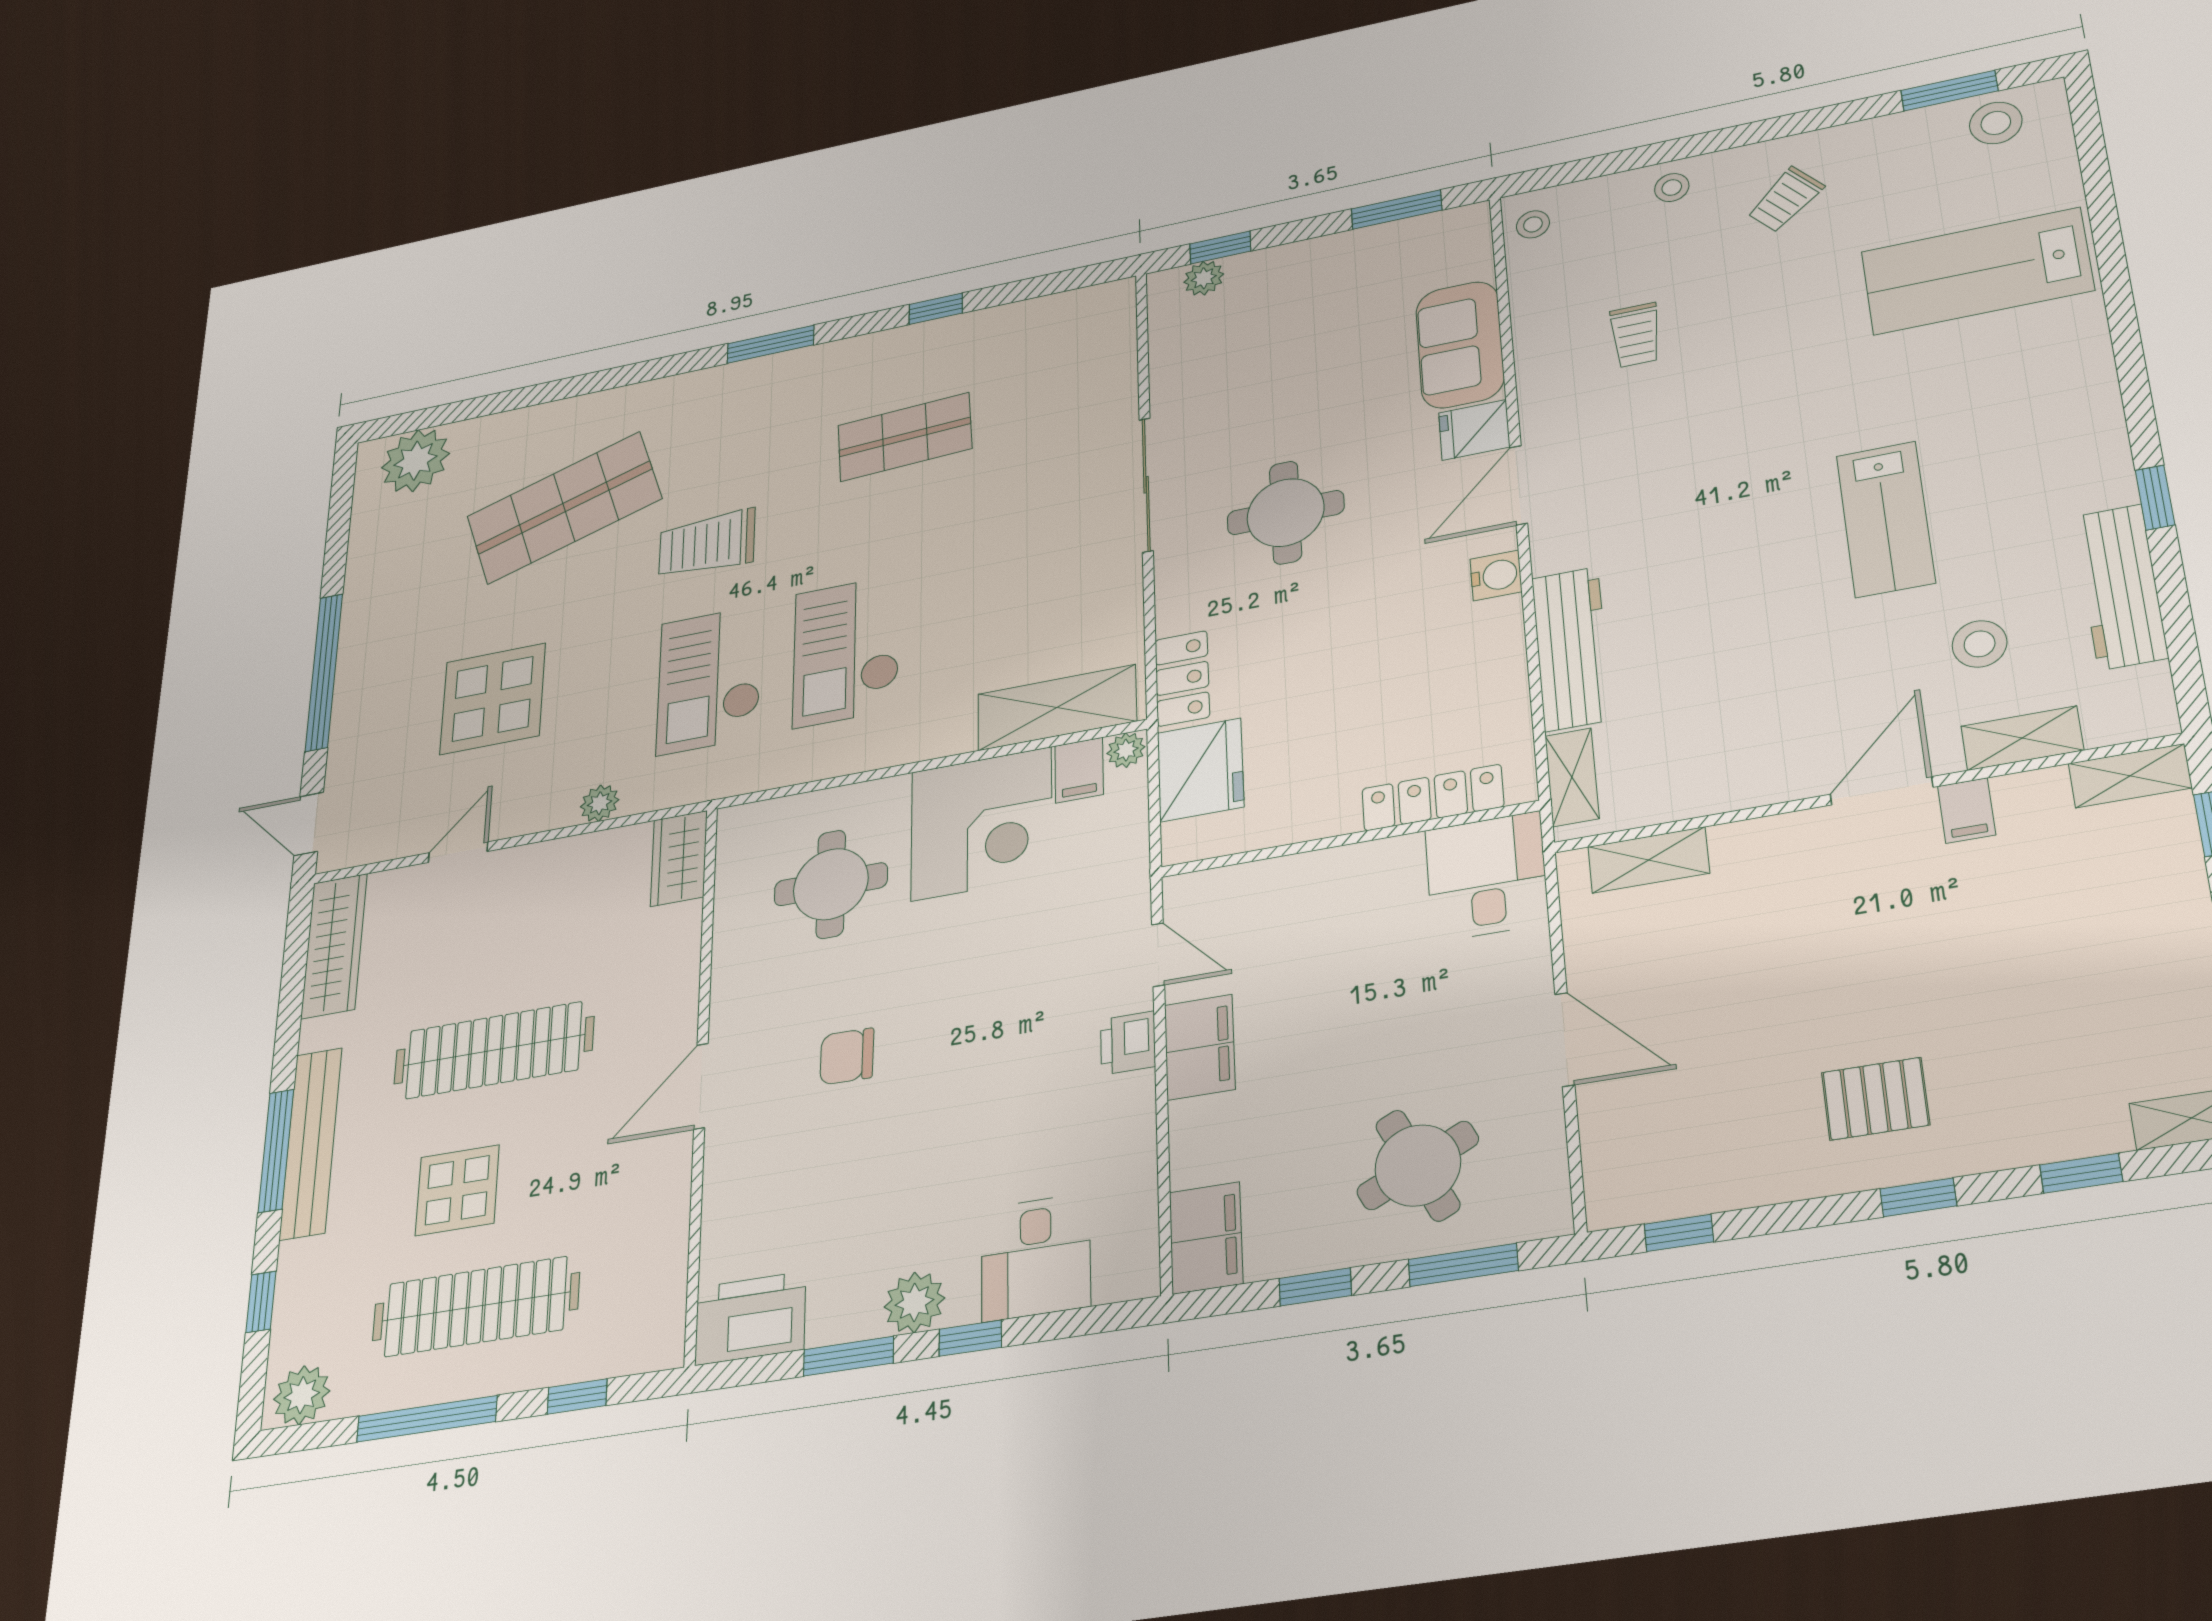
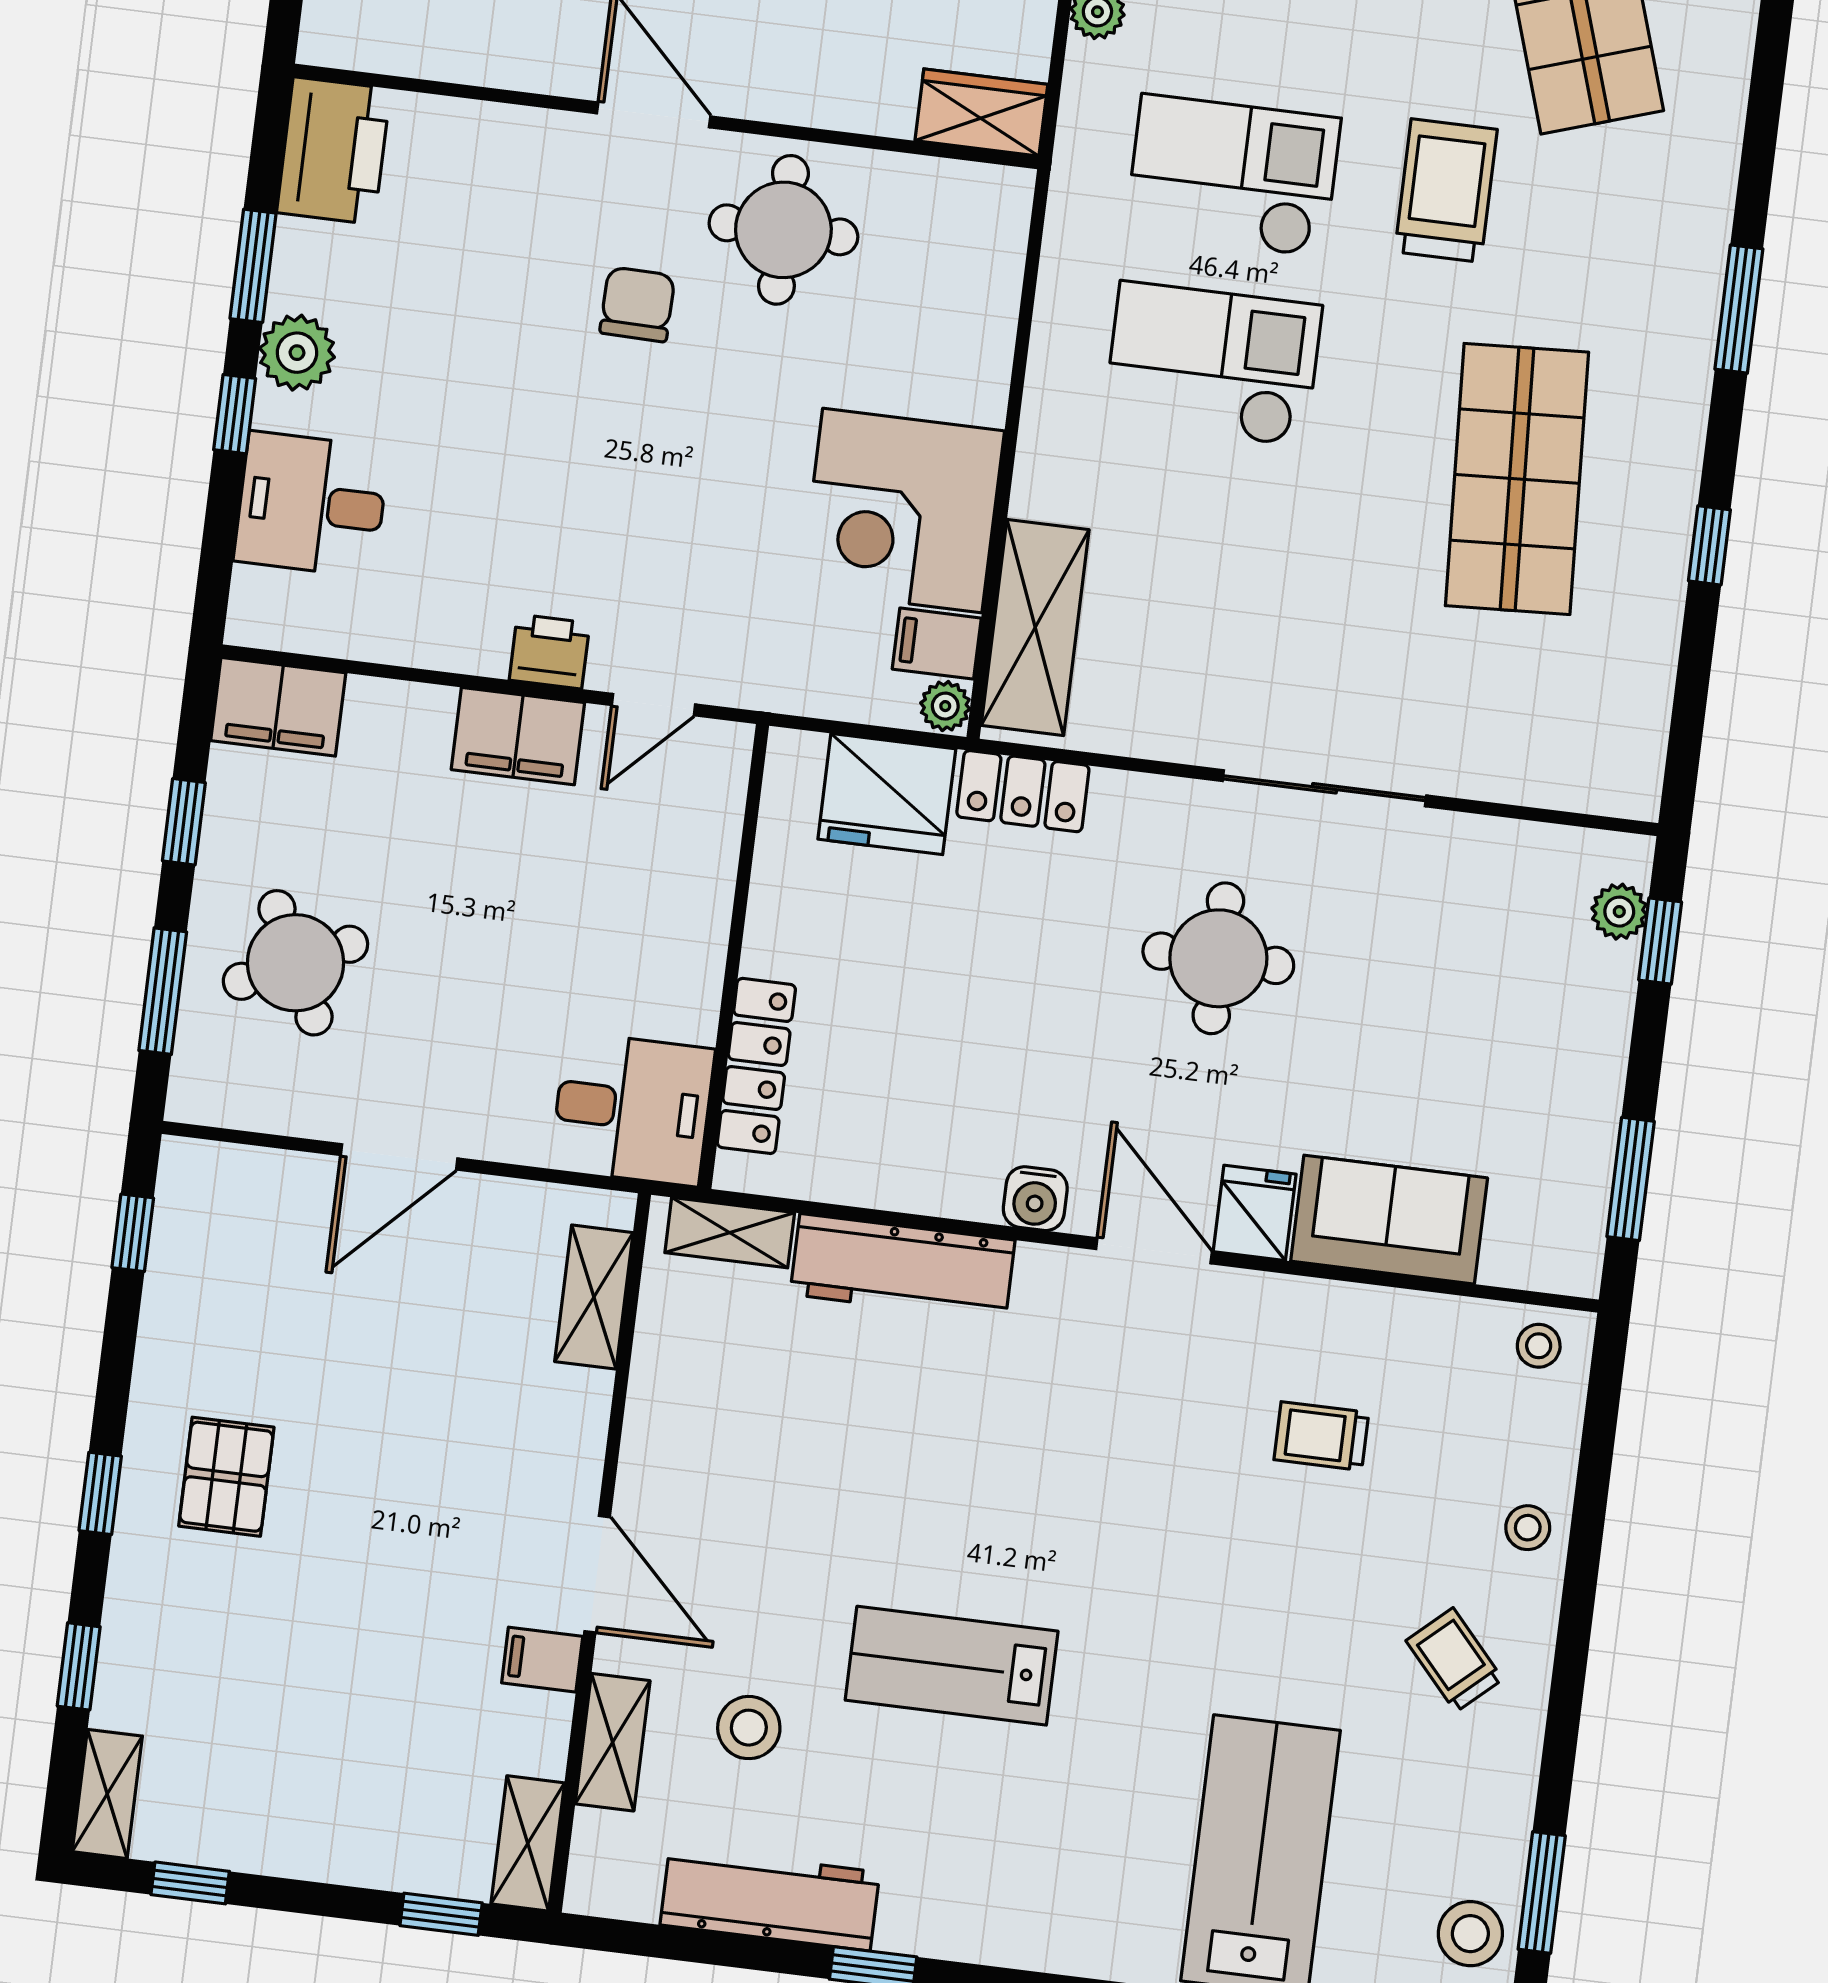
shop shelf: (905, 437) -> (1517, 479), width x1.43, depth x1.36
round table: (831, 884) -> (783, 230), moved

